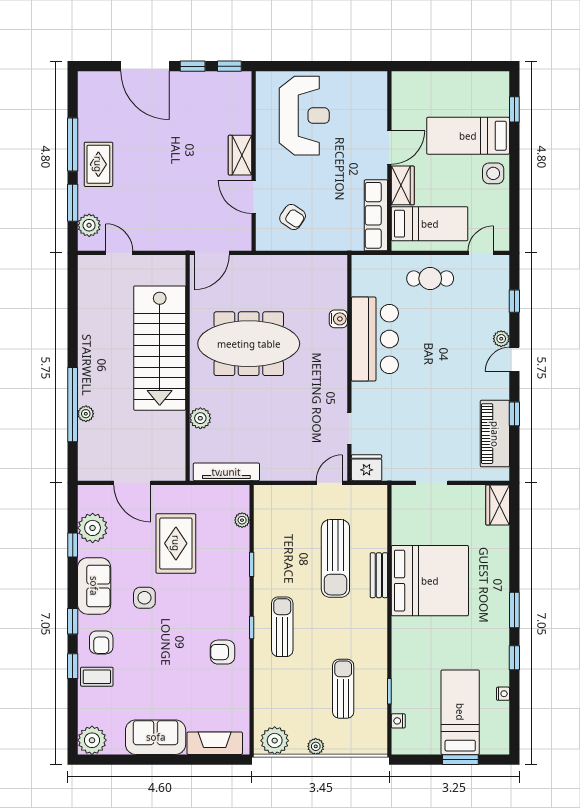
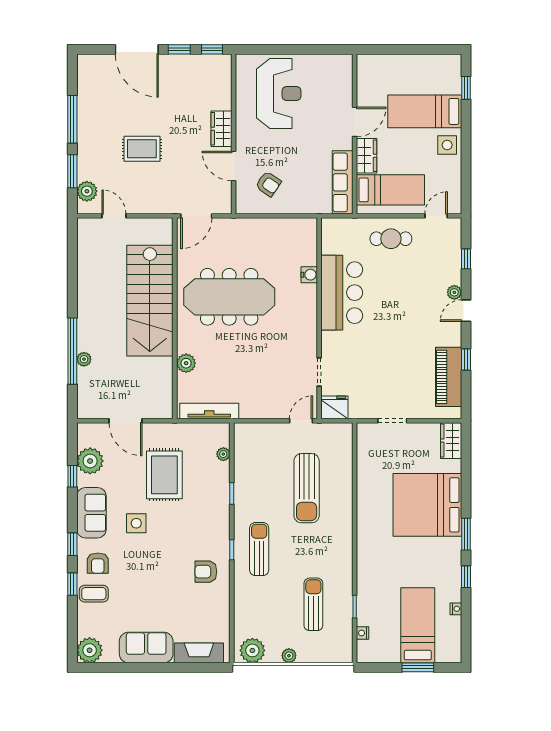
rug: (98, 164) -> (142, 149), moved, turned 90
bench: (379, 575) -> (345, 503), removed
bed: (430, 581) -> (427, 505), moved, turned 180

